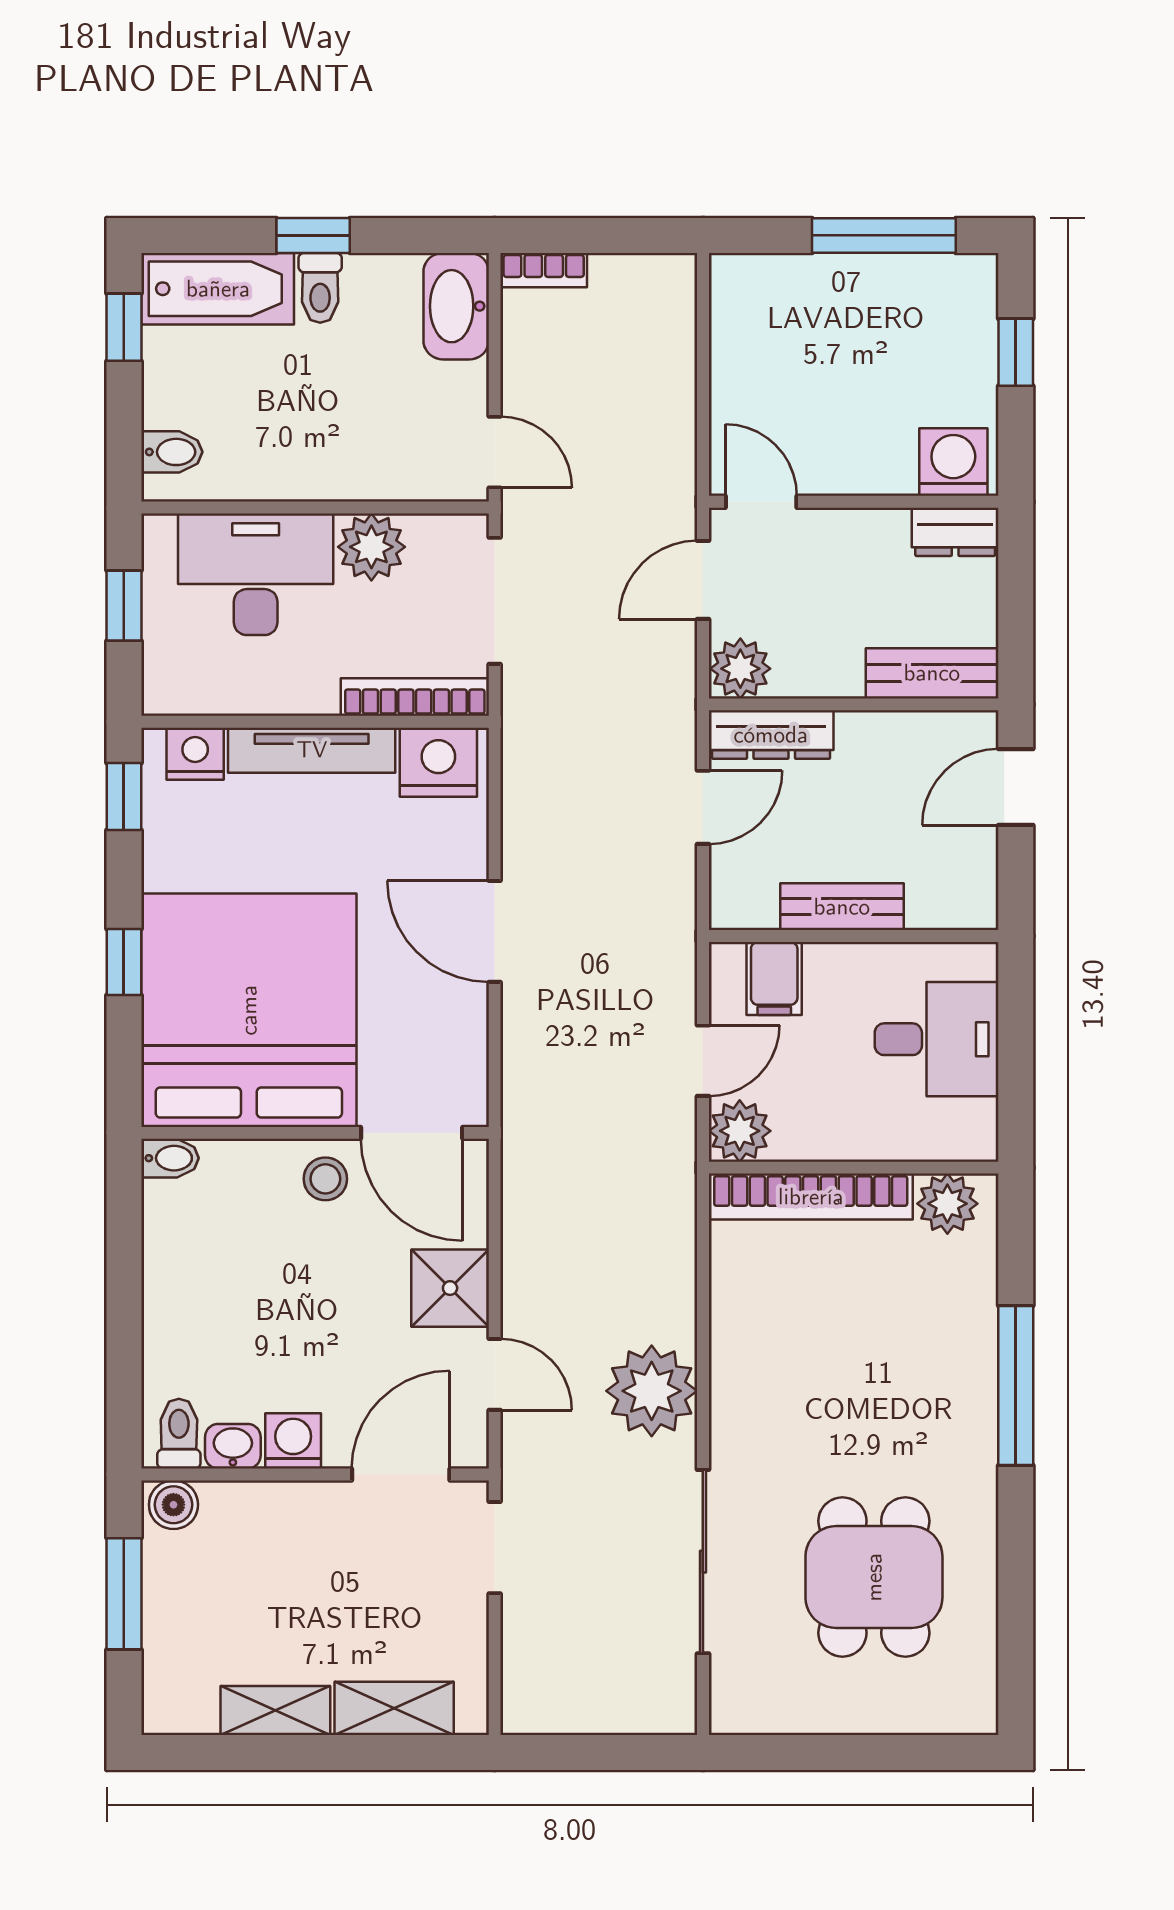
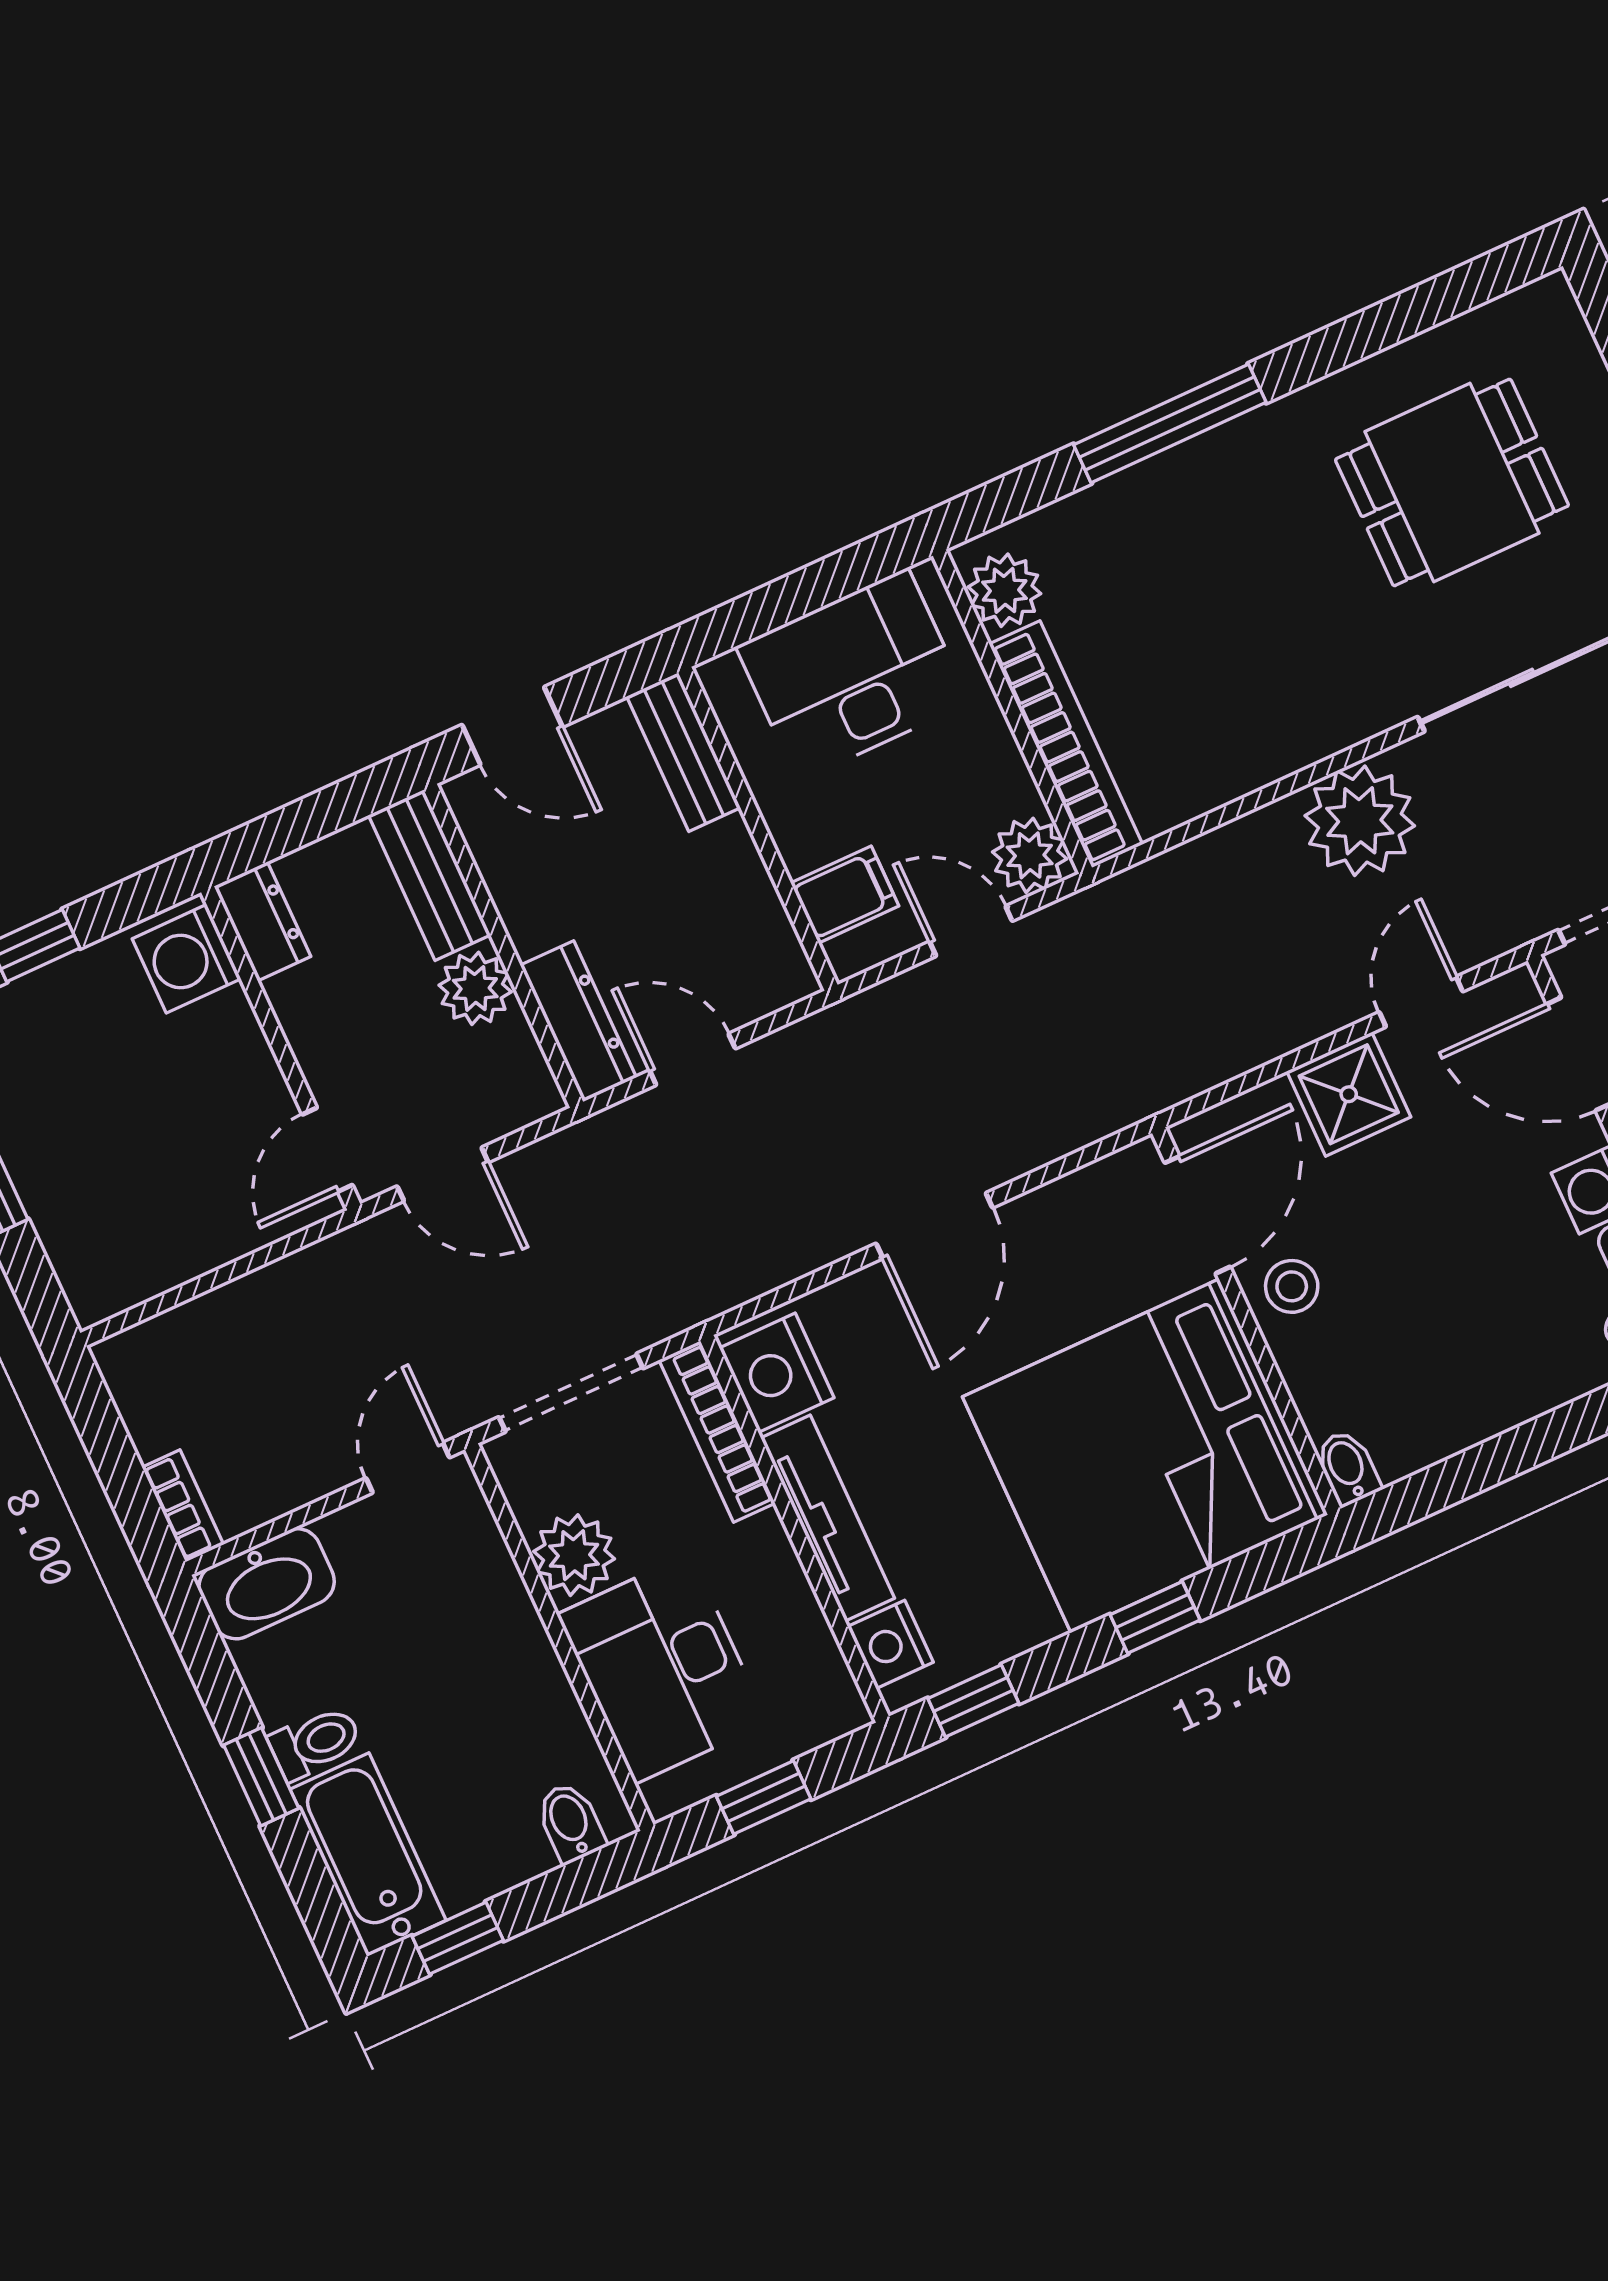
plant: (740, 669) -> (475, 988), moved
bench: (842, 907) -> (684, 752), moved
desk: (937, 1039) -> (853, 675), width x1.37

